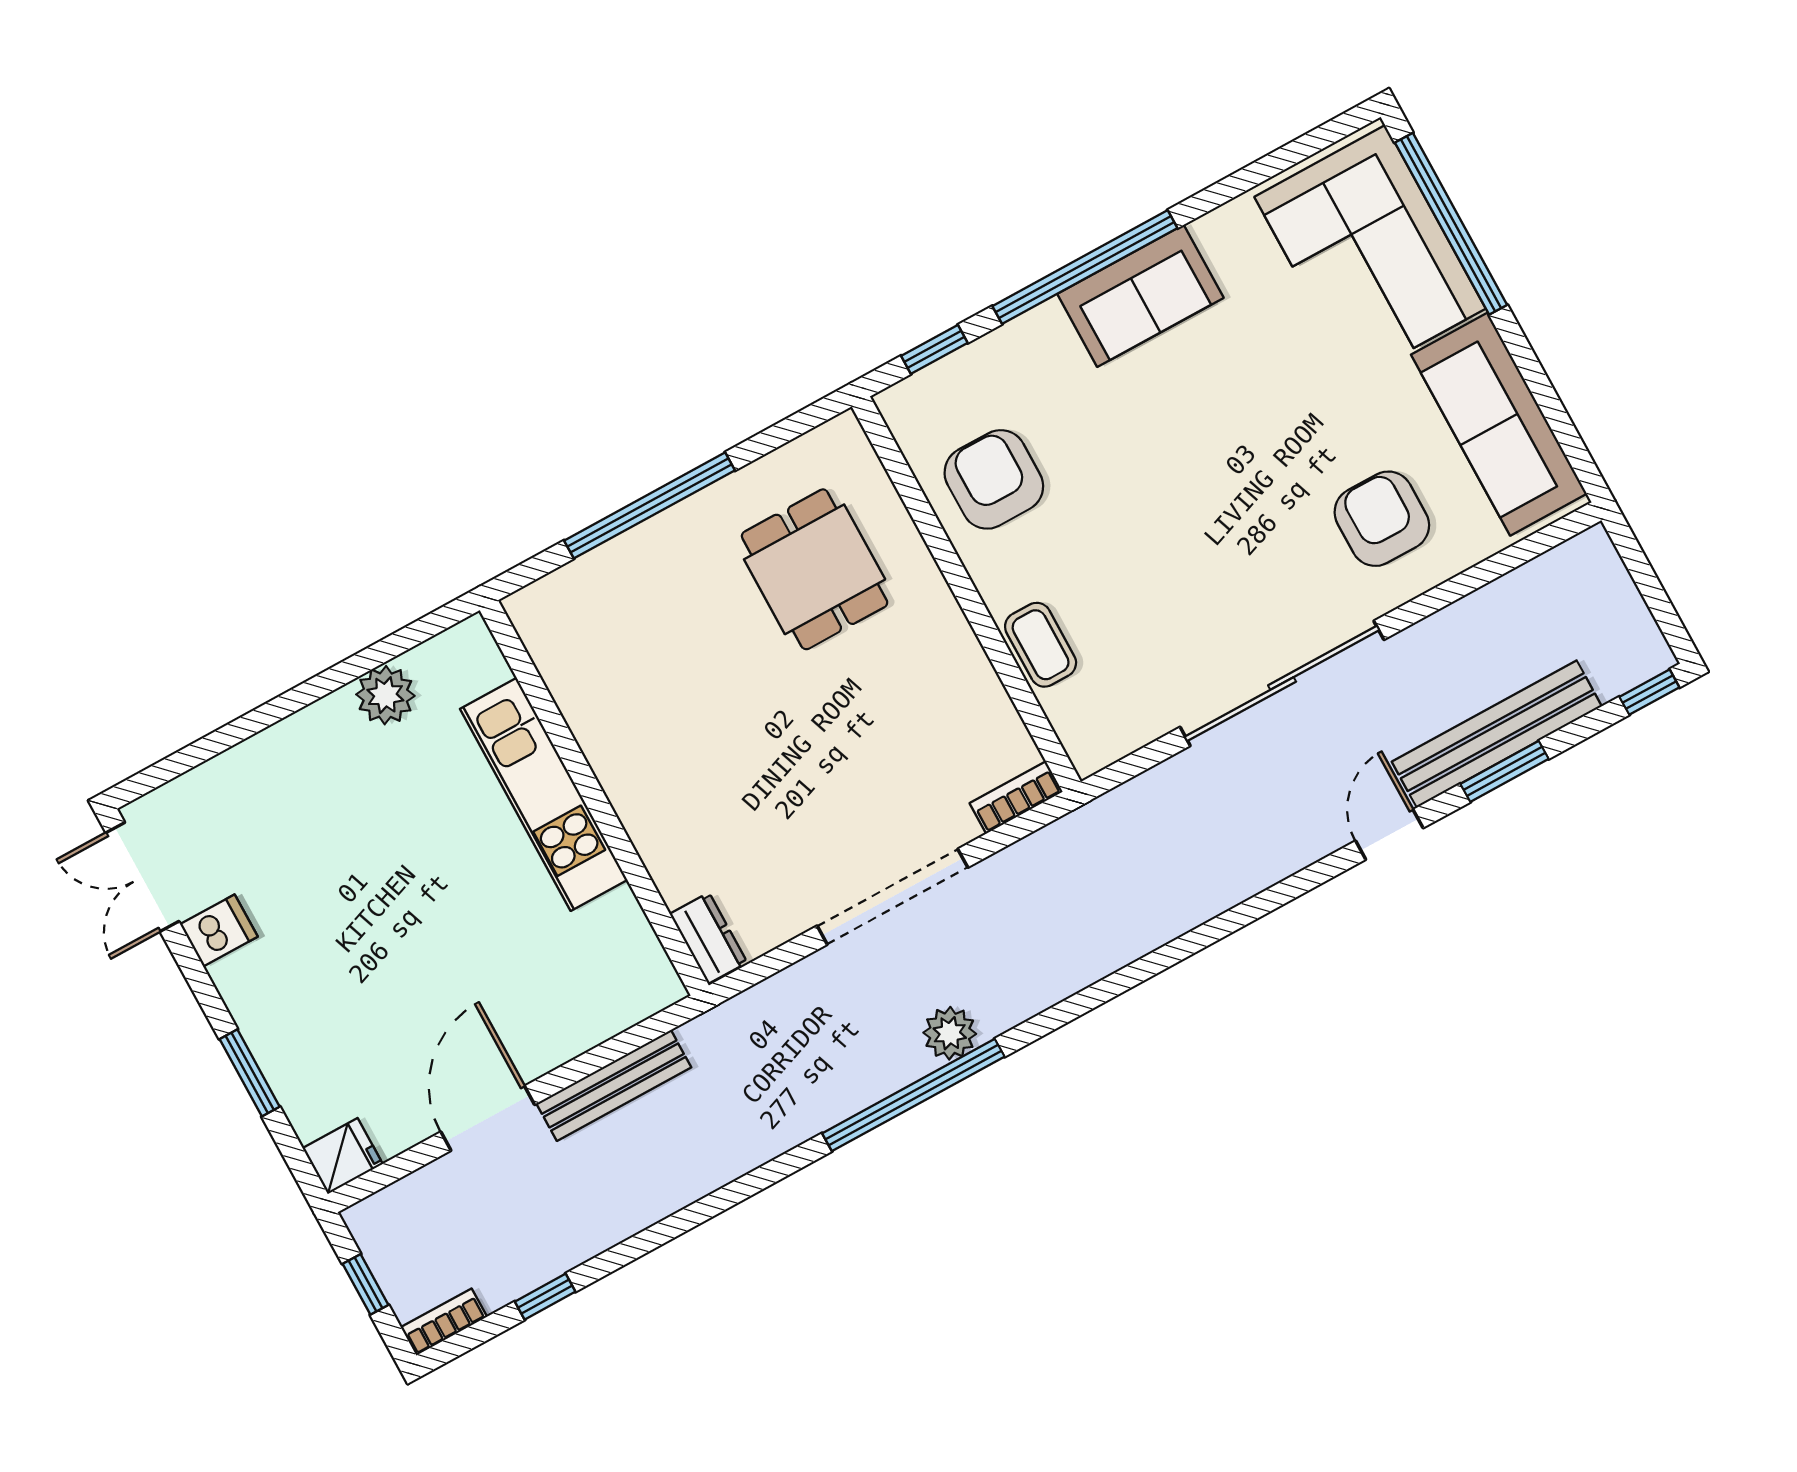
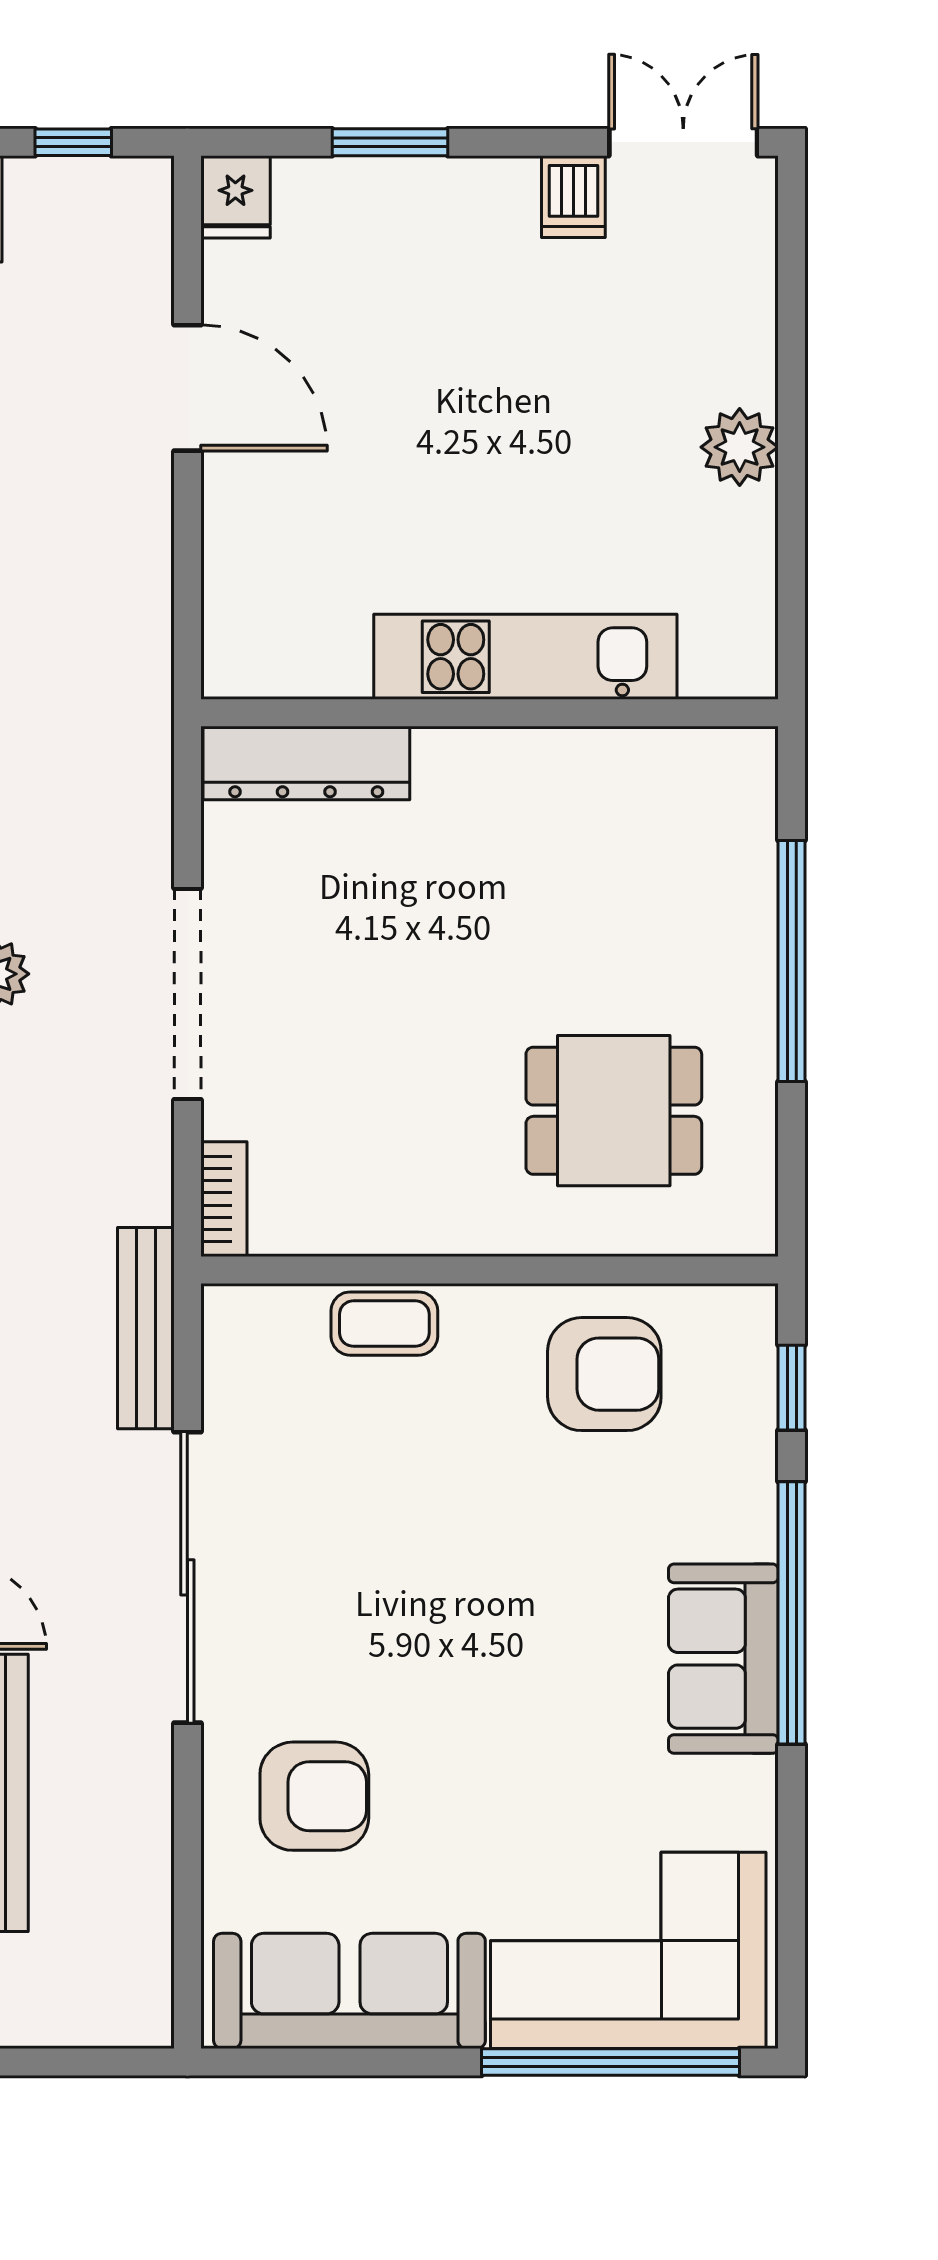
plant: (385, 695) -> (740, 447), moved
dresser: (708, 938) -> (306, 763), width x1.96, depth x1.24
bench: (614, 1085) -> (146, 1328), moved

